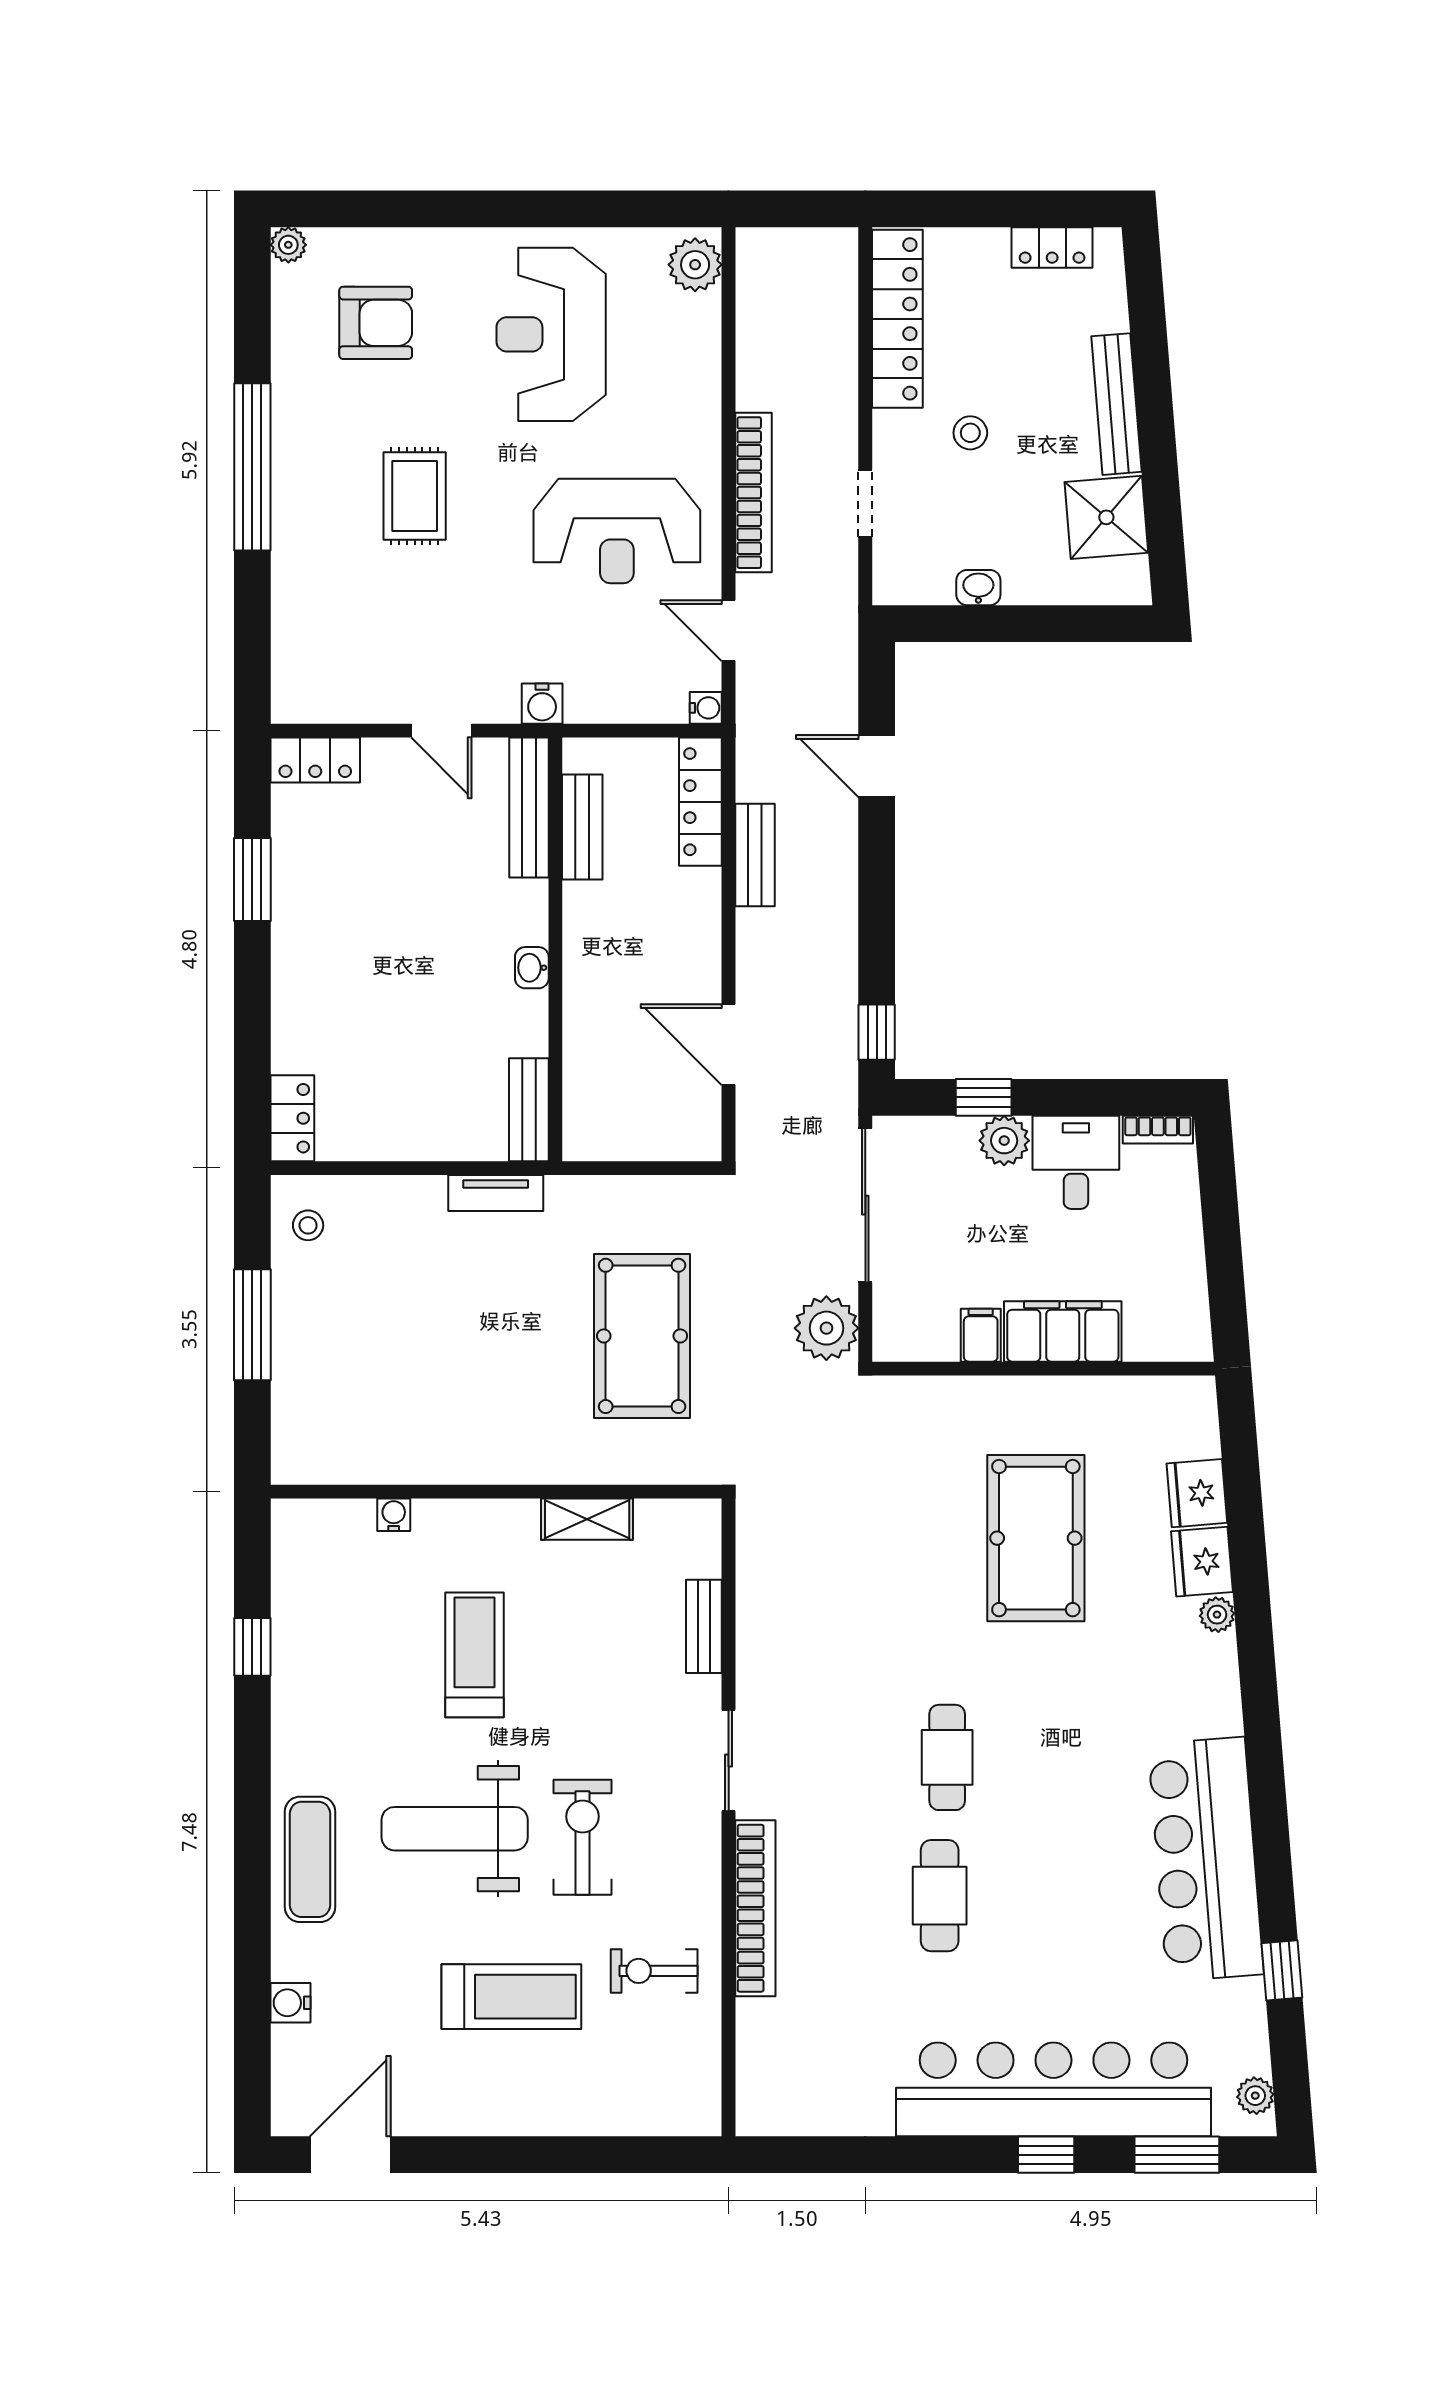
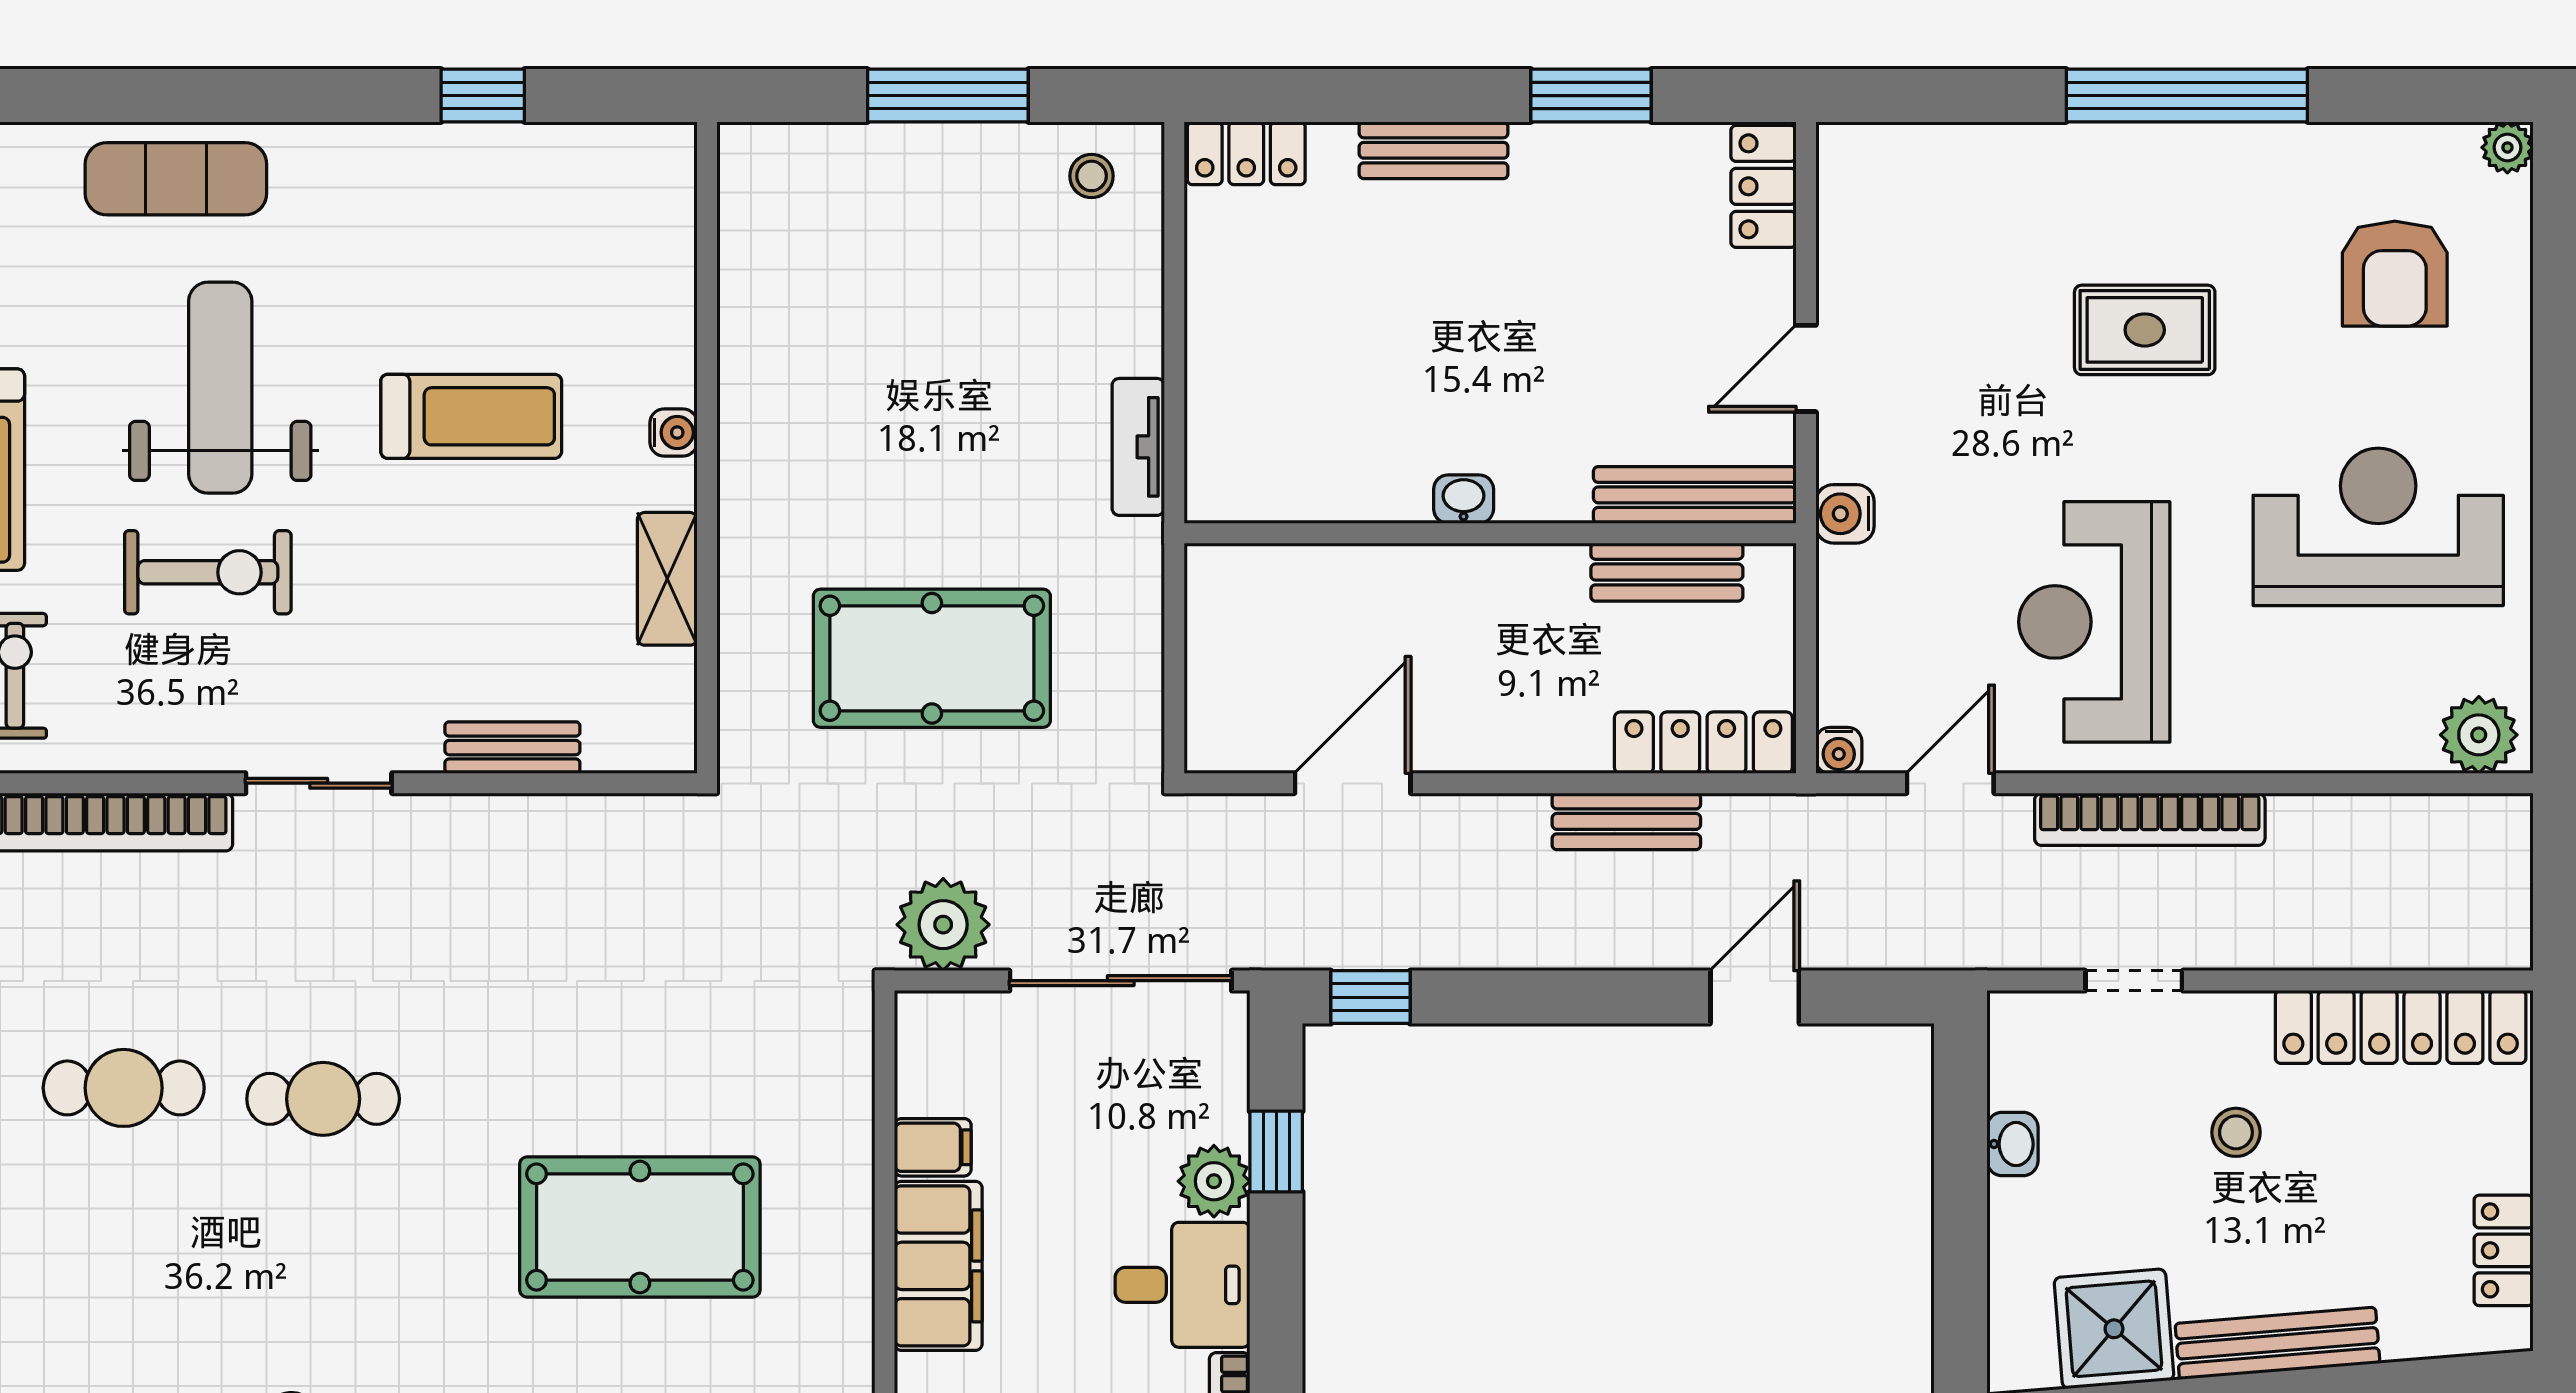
bench: (529, 1110) -> (1434, 150), moved
water cooler: (394, 1515) -> (673, 432), moved

